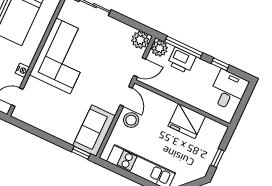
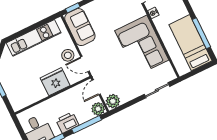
printer: (182, 60) -> (67, 123), moved
fridge: (187, 121) -> (55, 82), moved

